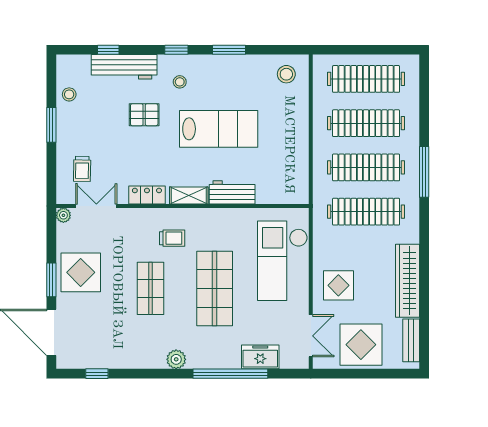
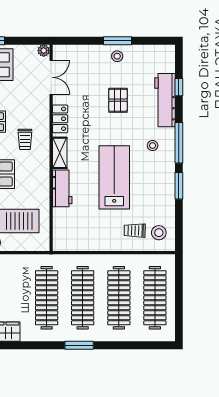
window: (176, 50) -> (179, 143), width x2.17
stool: (69, 94) -> (117, 56), moved
pallet: (144, 115) -> (118, 100), moved
lab bench: (219, 129) -> (114, 177), turned 180
trolley: (82, 169) -> (135, 231), moved
window: (424, 172) -> (79, 345), width x0.69

